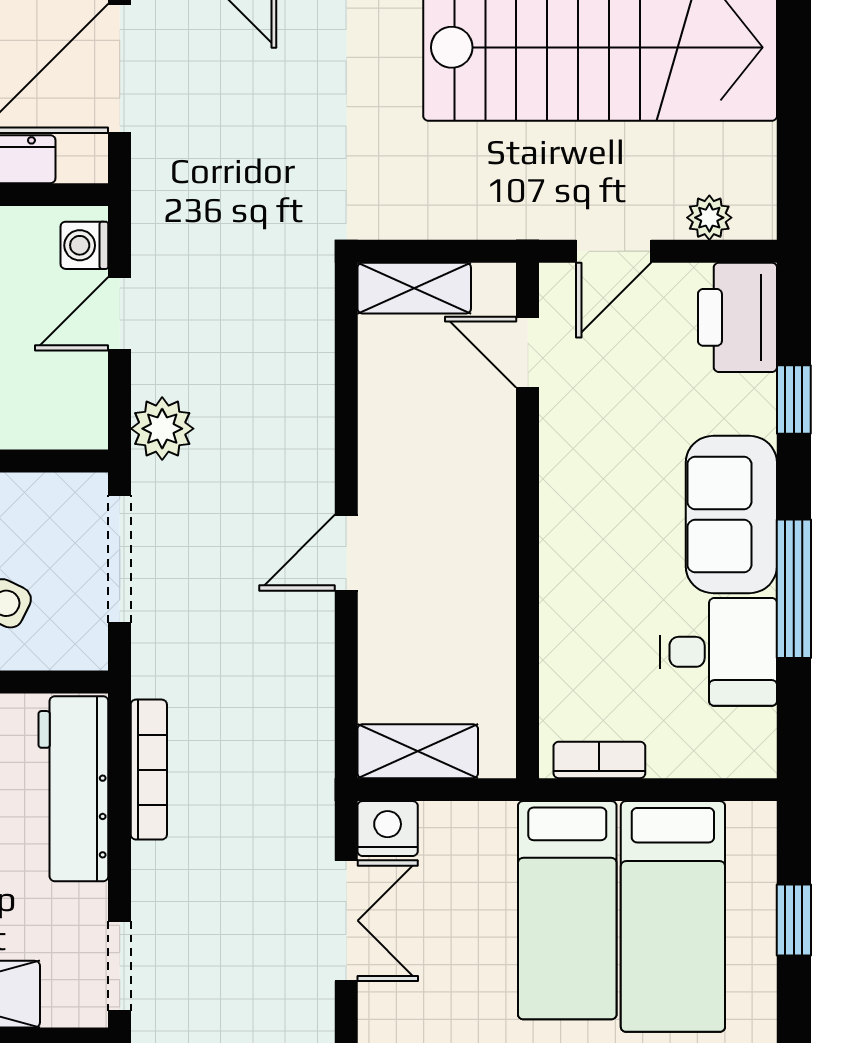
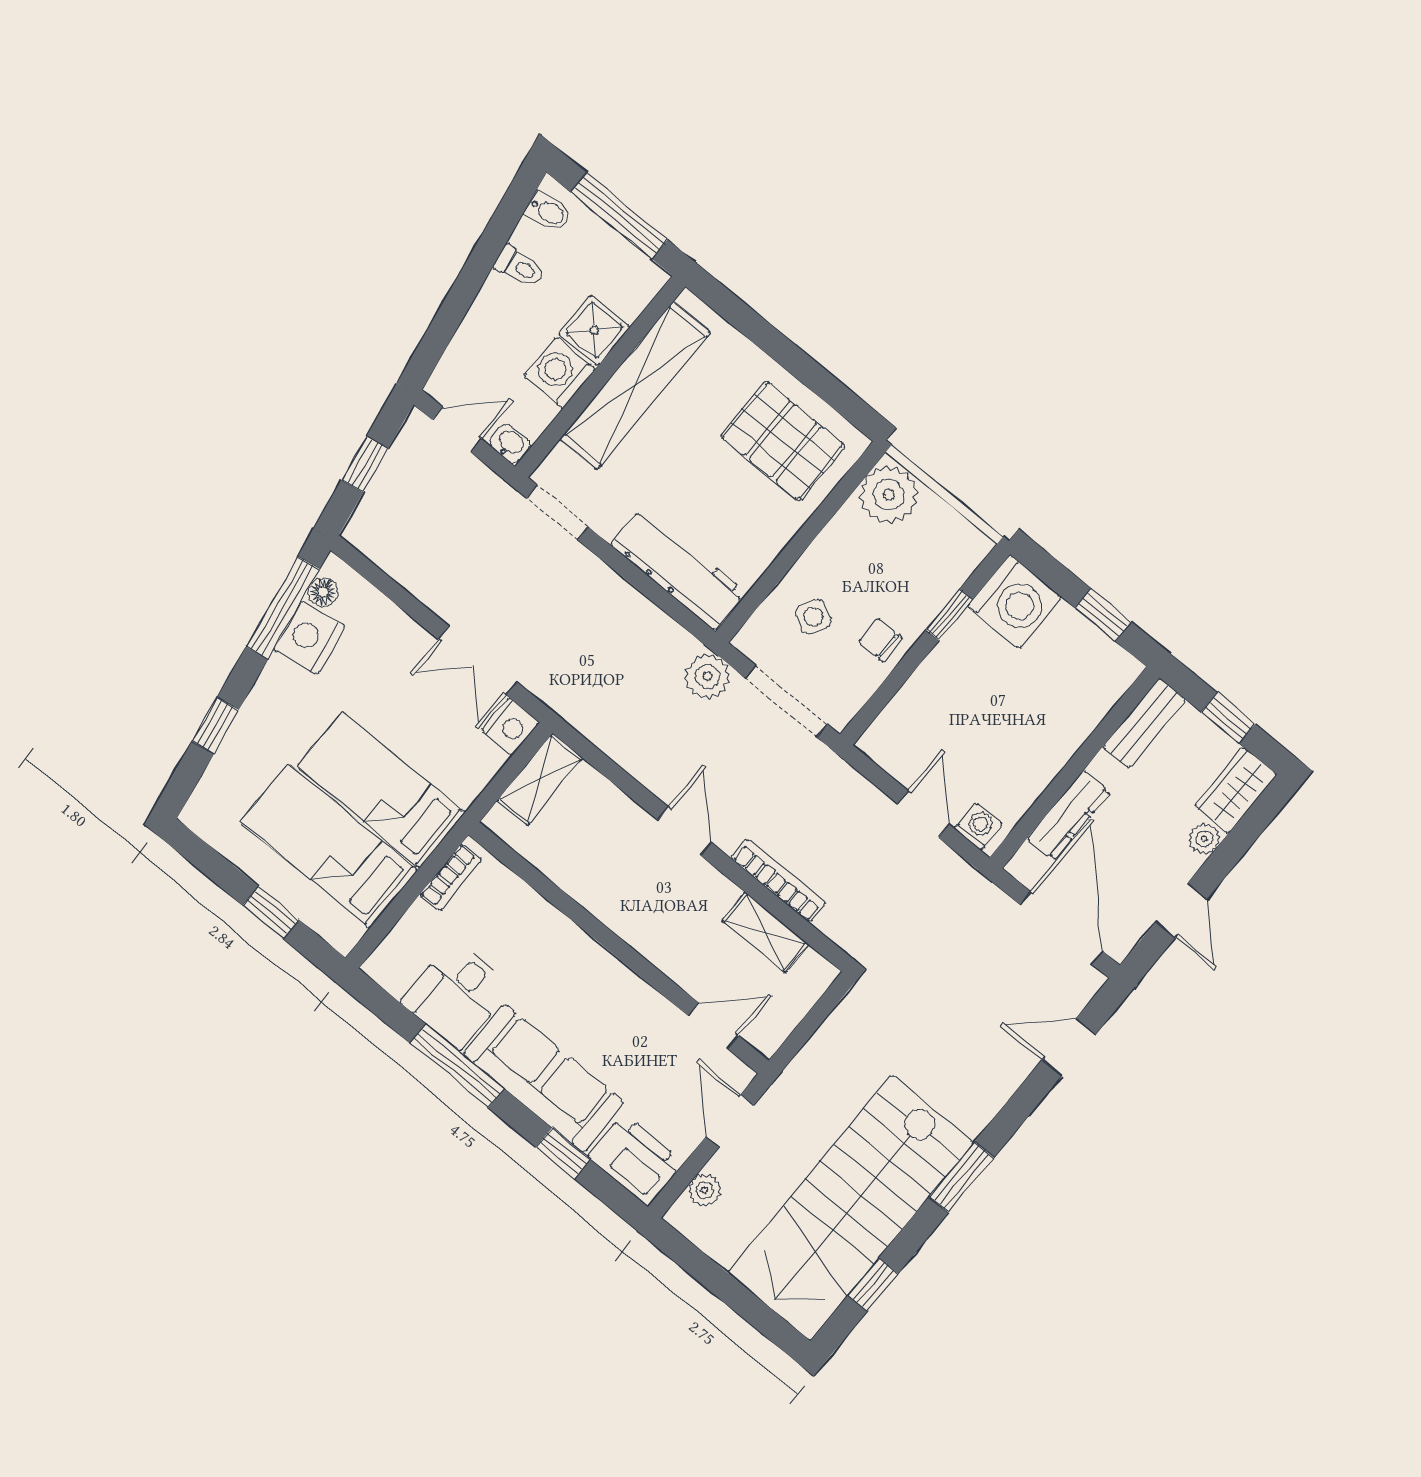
shelving: (414, 288) -> (765, 932), moved, turned 90
plant: (162, 429) -> (707, 676), moved
sofa: (731, 514) -> (544, 1078), width x1.36
bookcase: (149, 770) -> (778, 881), moved, turned 180

